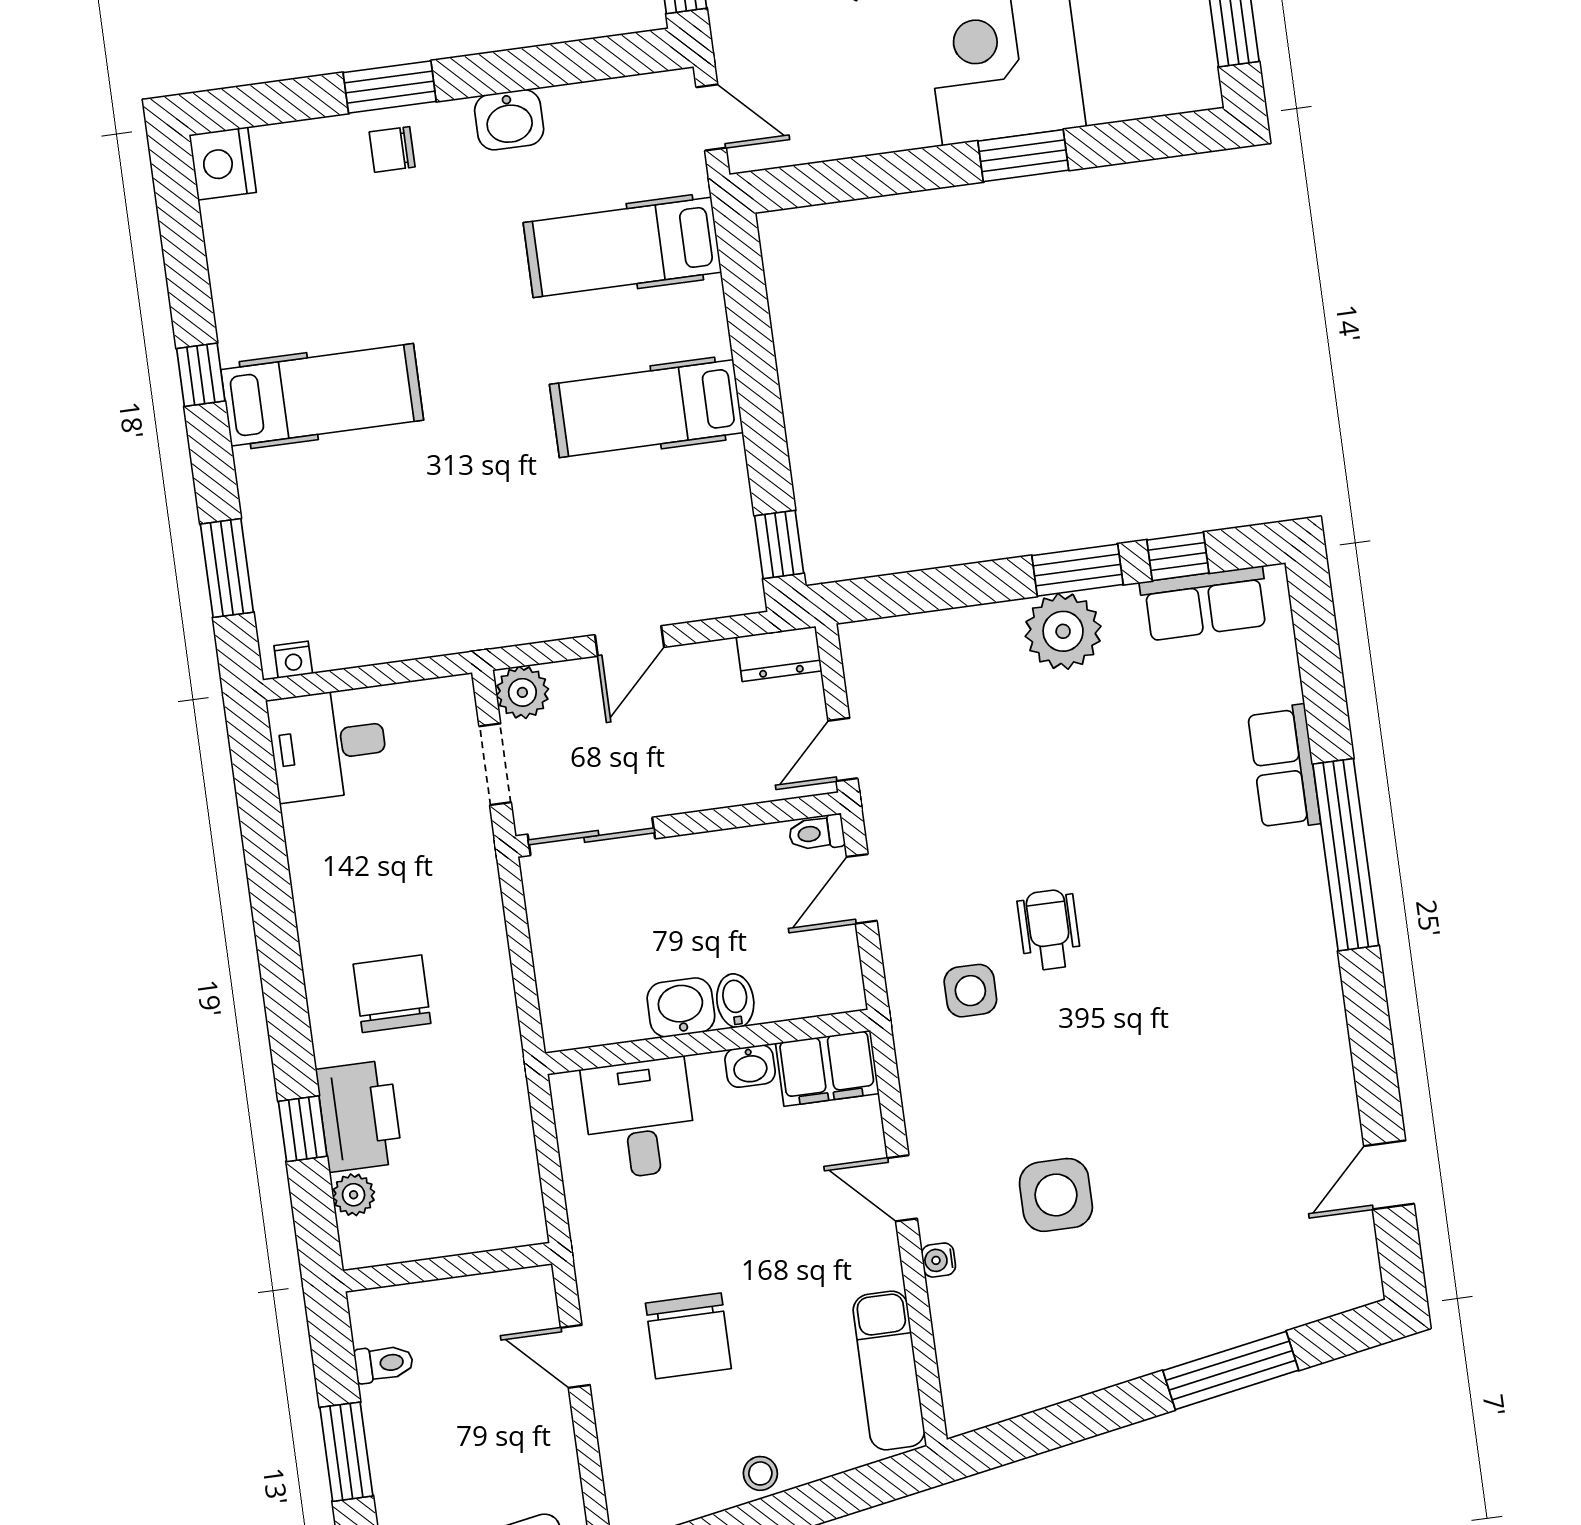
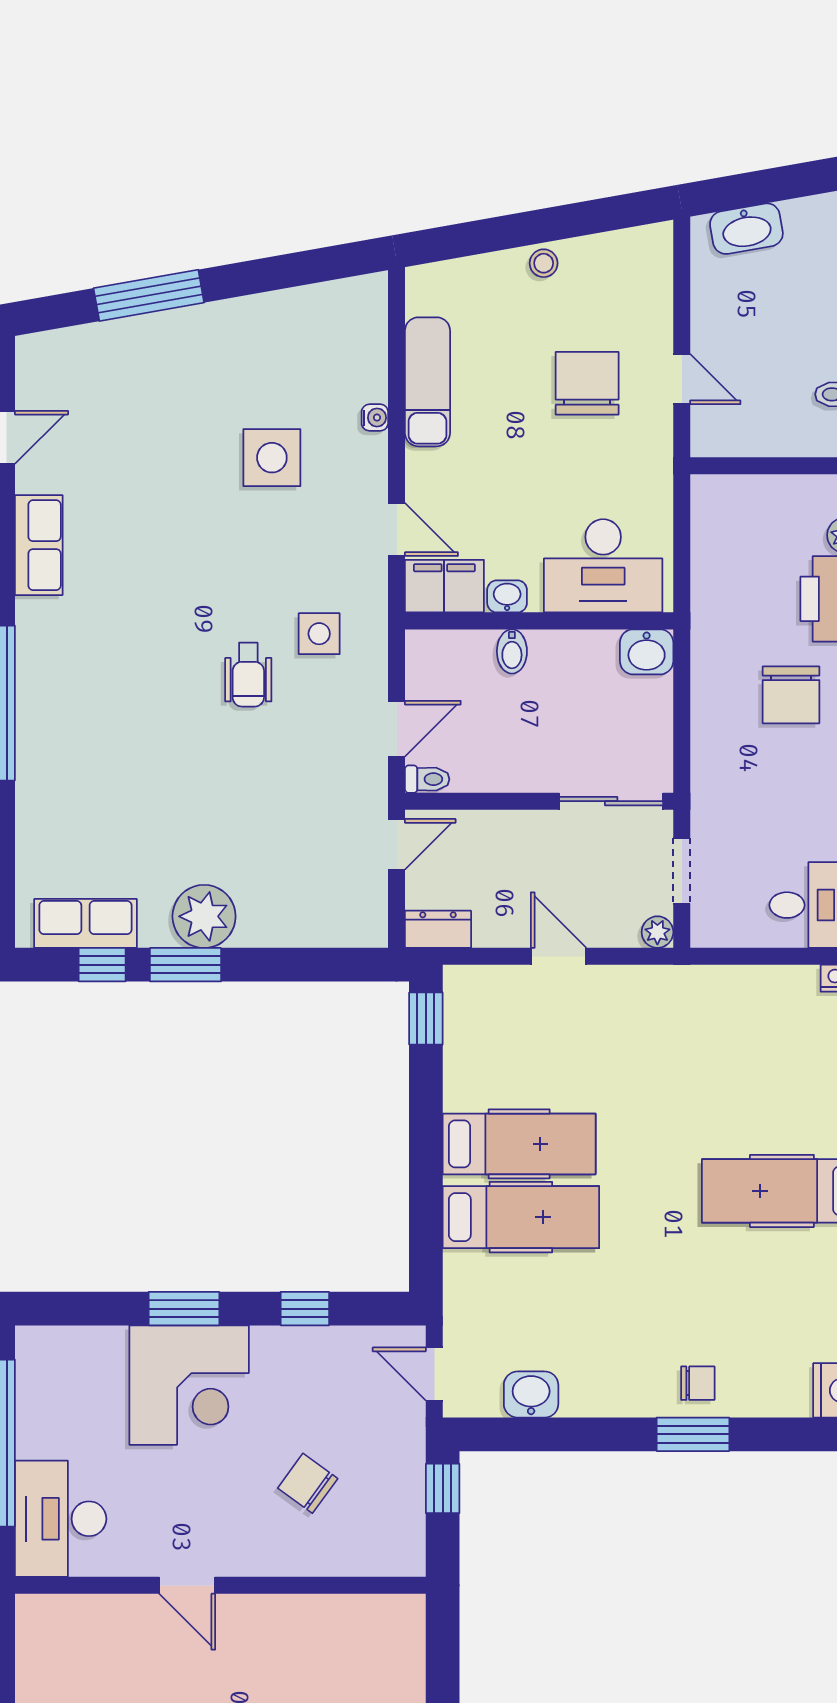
washbasin: (509, 120) -> (531, 1395), moved
window: (878, 175) -> (305, 1309), added
hospital bed: (622, 247) -> (521, 1217), moved
door: (629, 641) -> (559, 956), hinge flipped
plant: (522, 692) -> (657, 932), width x0.73, depth x0.73
row of seats: (1284, 767) -> (39, 545), moved
washbasin: (681, 1007) -> (647, 652), moved
desk: (639, 1119) -> (603, 566), width x1.37
door: (902, 1188) -> (397, 529), moved
exam couch: (889, 1370) -> (427, 382), moved

